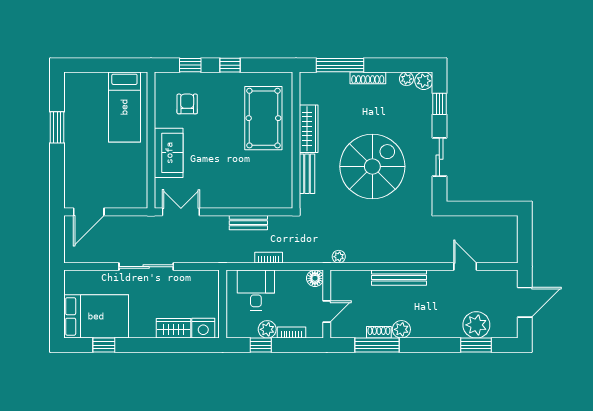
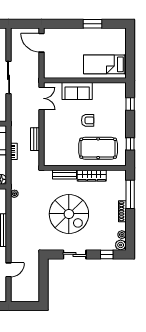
window: (230, 65) -> (130, 144), moved
armchair: (187, 104) -> (88, 120), moved

